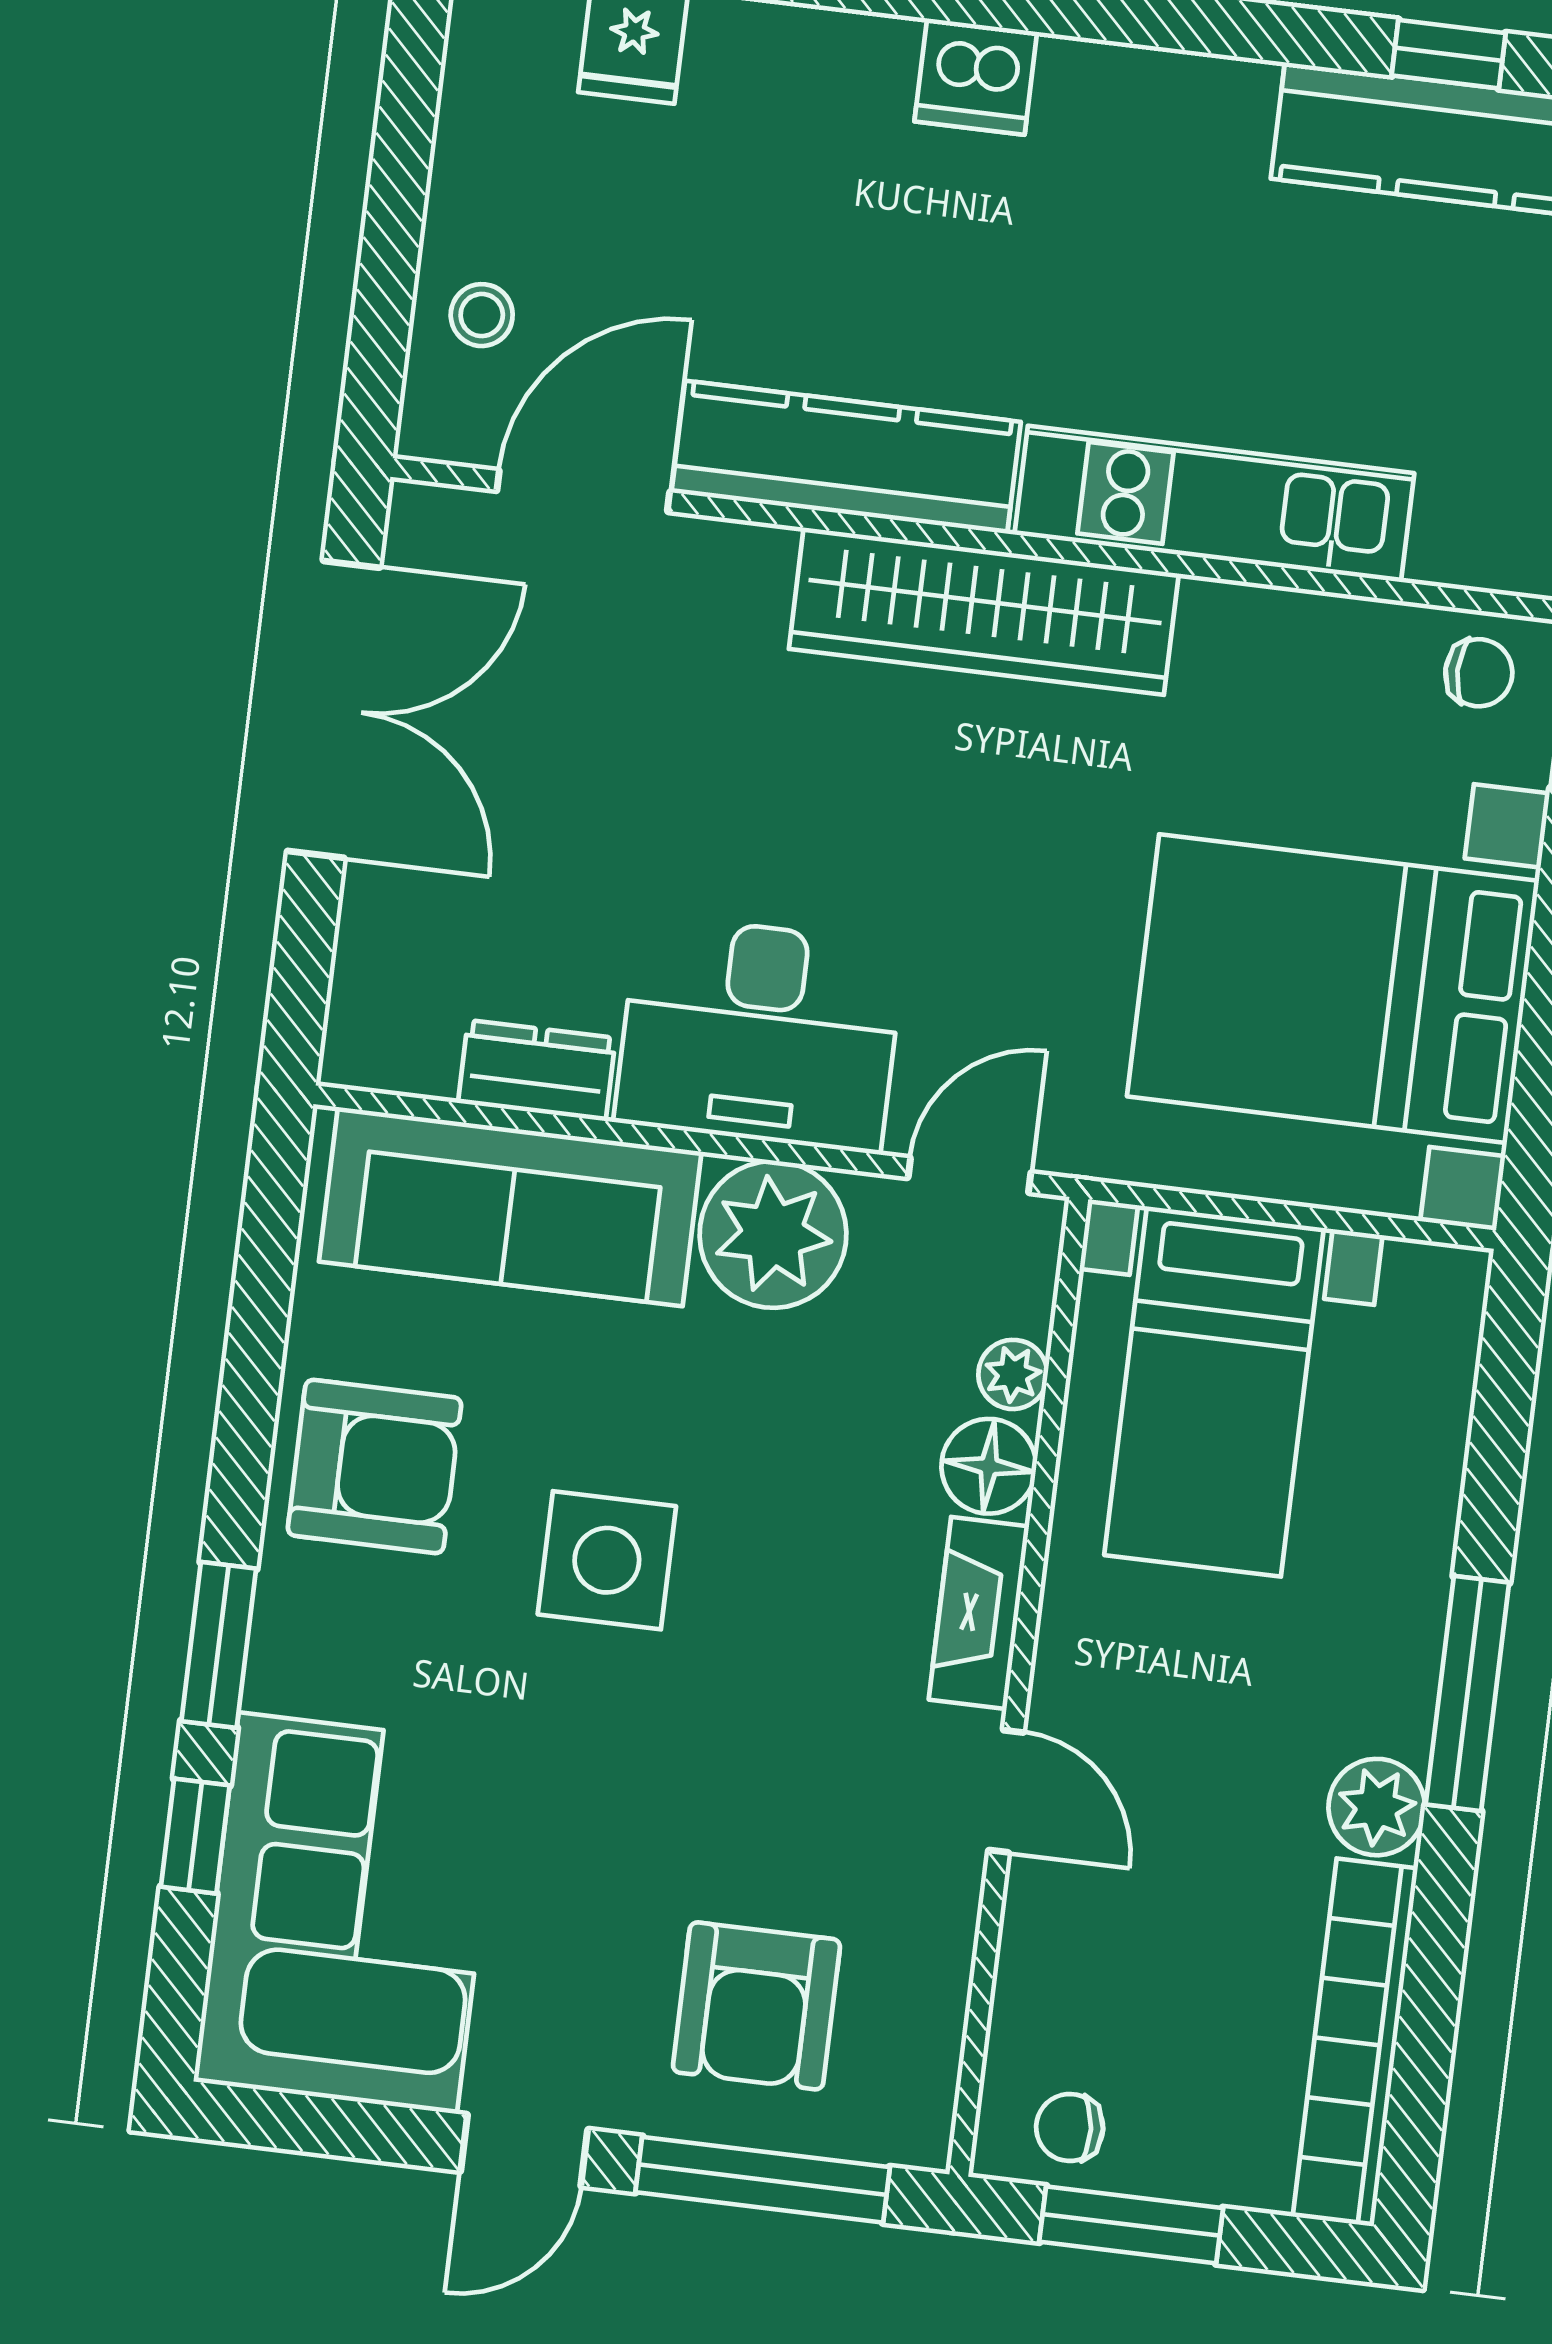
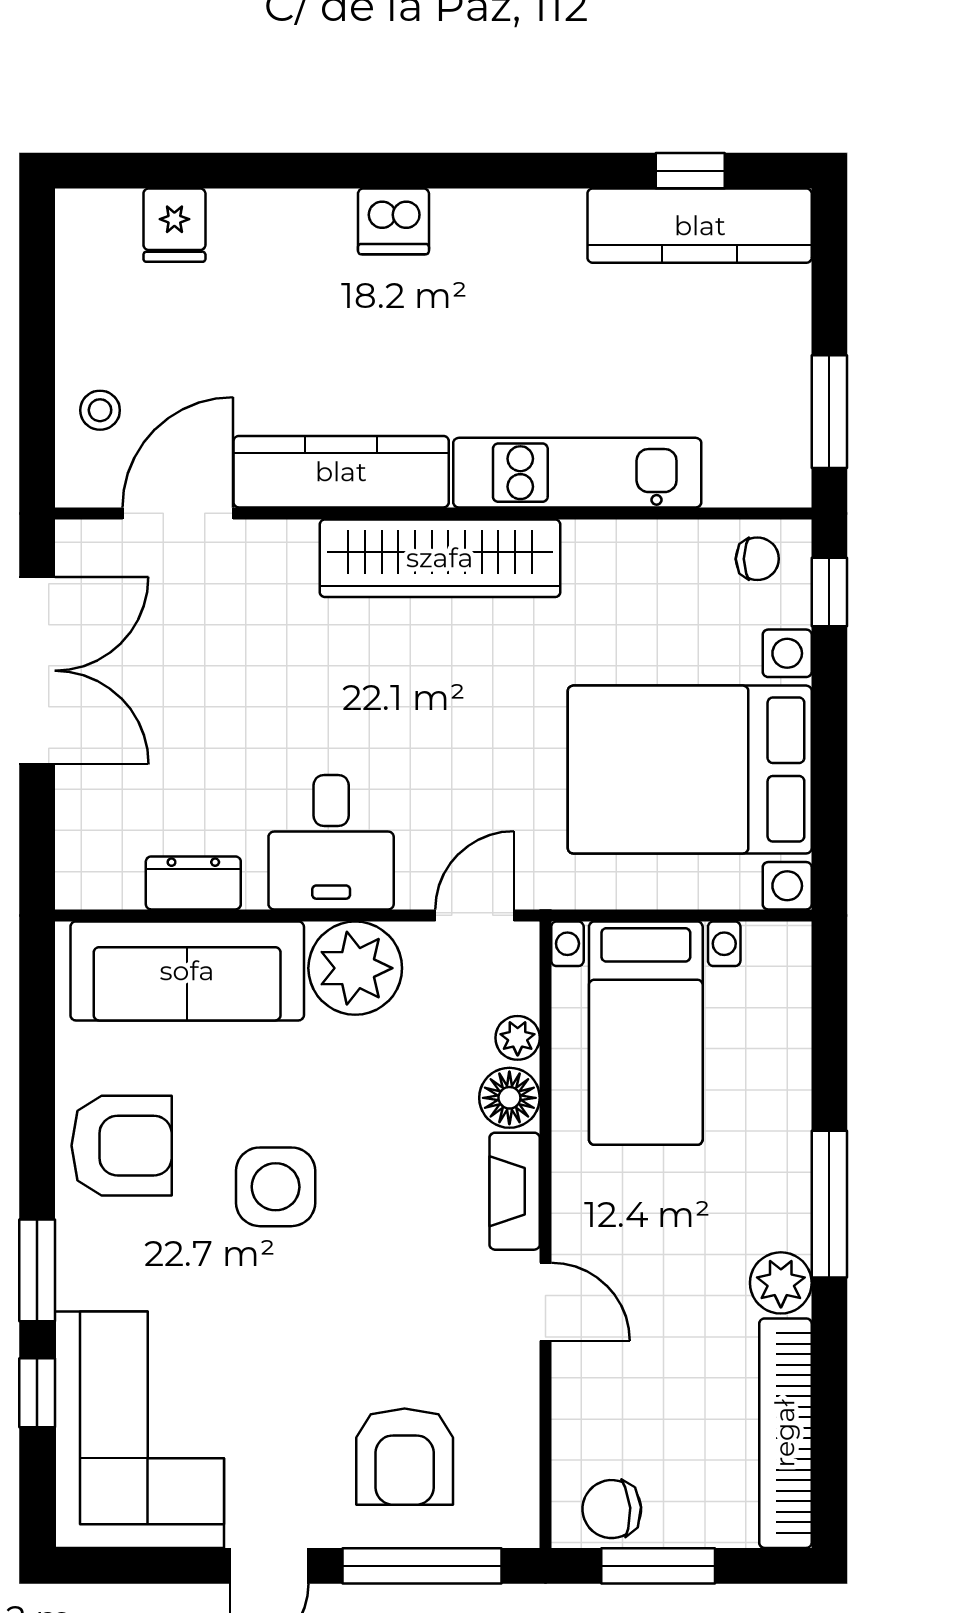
desk: (760, 1033) -> (331, 842), width x0.73
chair: (1070, 2127) -> (612, 1509), width x1.37, depth x1.37

